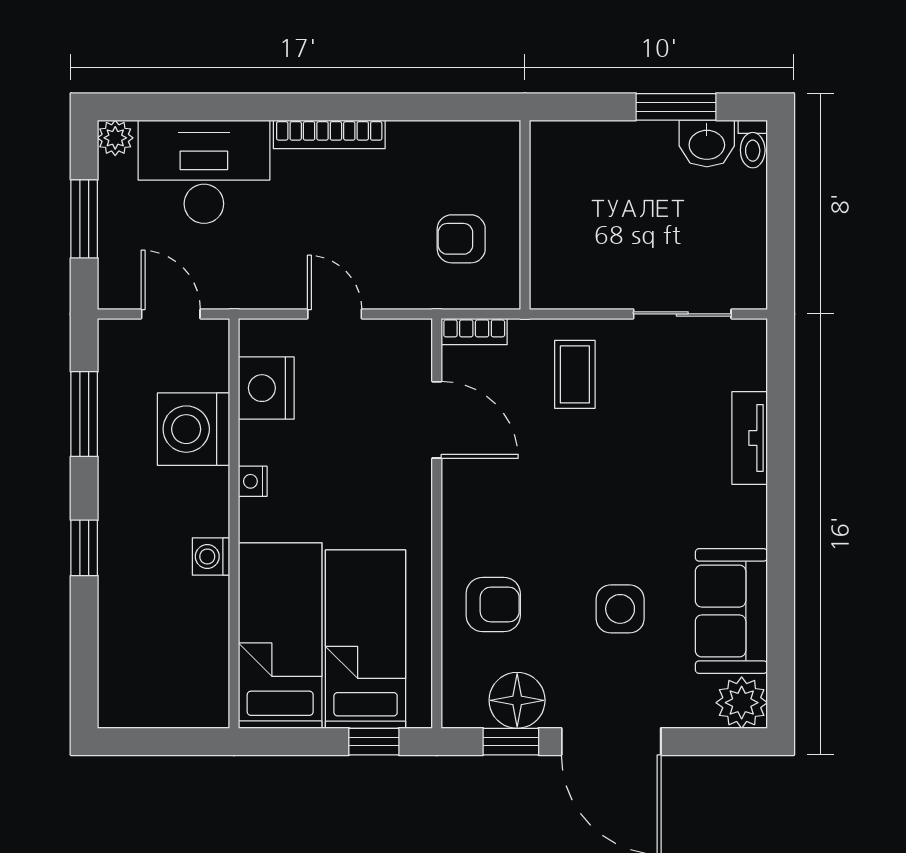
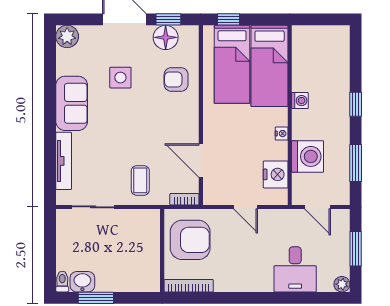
bookcase: (329, 134) -> (189, 286), moved
desk: (204, 172) -> (295, 269), width x0.73
armchair: (461, 239) -> (190, 240), width x1.88, depth x1.88
tv unit: (750, 438) -> (64, 161), width x1.41
sofa: (731, 611) -> (72, 103), moved

